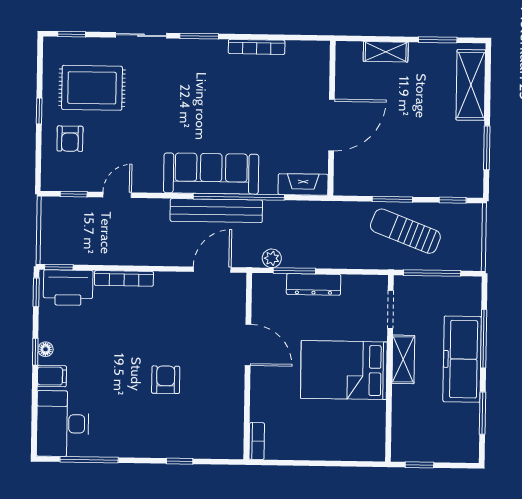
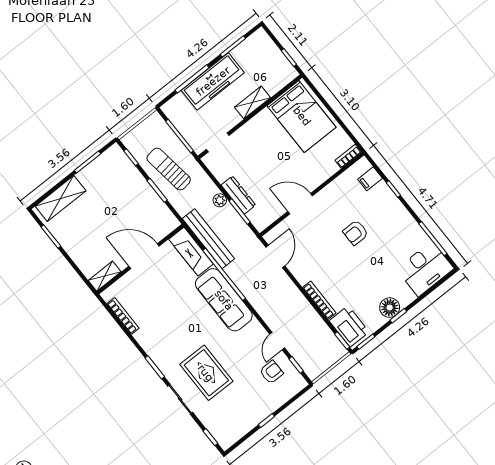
bookcase: (257, 47) -> (123, 316), moved
shelving: (386, 52) -> (105, 276), moved, turned 90
rug: (92, 88) -> (206, 373), moved
armchair: (70, 139) -> (271, 372), moved
fireplace: (303, 184) -> (191, 252), width x1.37, depth x1.32
door: (117, 195) -> (277, 341), hinge flipped
bench: (216, 211) -> (208, 239), moved
sun lounger: (405, 231) -> (169, 169), turned 151
plant: (272, 258) -> (220, 200), moved
door: (212, 270) -> (275, 256), swing flipped
door: (248, 345) -> (300, 204), hinge flipped
floor lamp: (46, 349) -> (390, 308), width x1.89, depth x1.89
shelving: (403, 359) -> (253, 102), moved
bed: (344, 370) -> (302, 116), moved
filing cabinet: (52, 376) -> (370, 179), moved, turned -90

